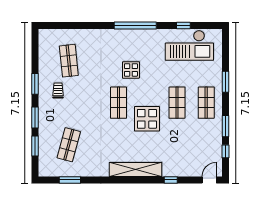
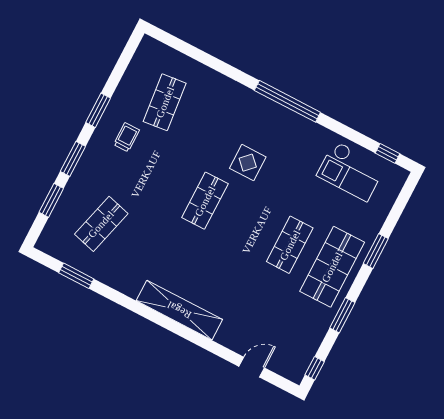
window: (183, 25) -> (388, 153), moved
checkout: (189, 45) -> (351, 171), width x0.73, depth x0.83
shop shelf: (206, 103) -> (332, 267), width x1.43, depth x1.36
display table: (147, 119) -> (234, 245), removed
window: (225, 151) -> (315, 368), moved
window: (171, 180) -> (223, 352), removed
door: (209, 180) -> (252, 367), moved

